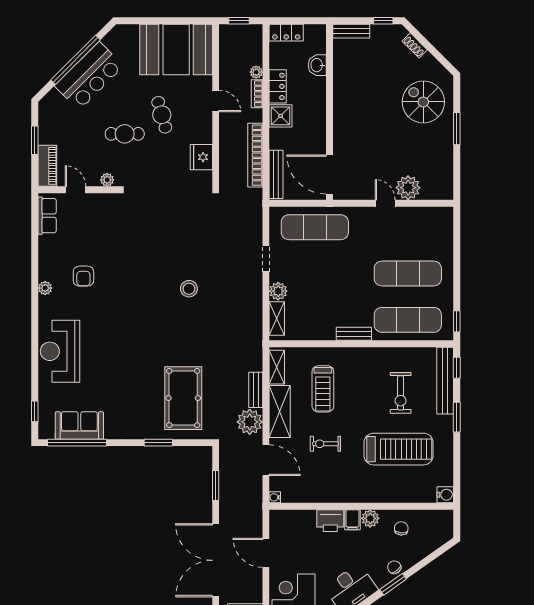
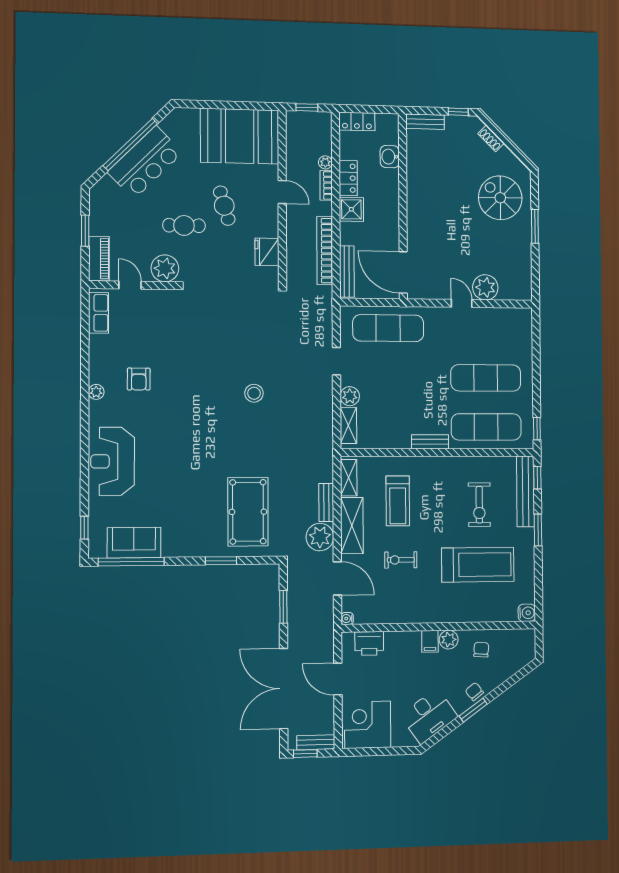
plant: (107, 180) -> (165, 268), width x1.87, depth x1.87
printer: (330, 521) -> (369, 643), moved

